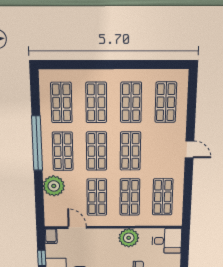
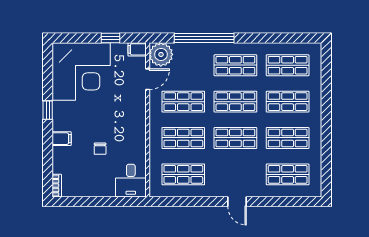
window: (37, 143) -> (204, 38), moved
door: (189, 149) -> (237, 202), hinge flipped
plant: (54, 186) -> (161, 54), moved
plant: (129, 238) -> (135, 137), removed

